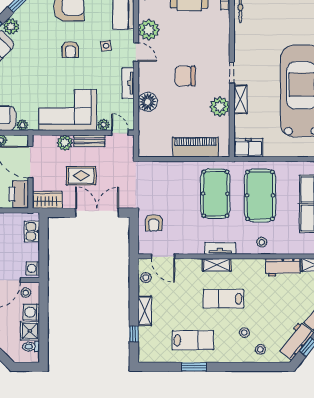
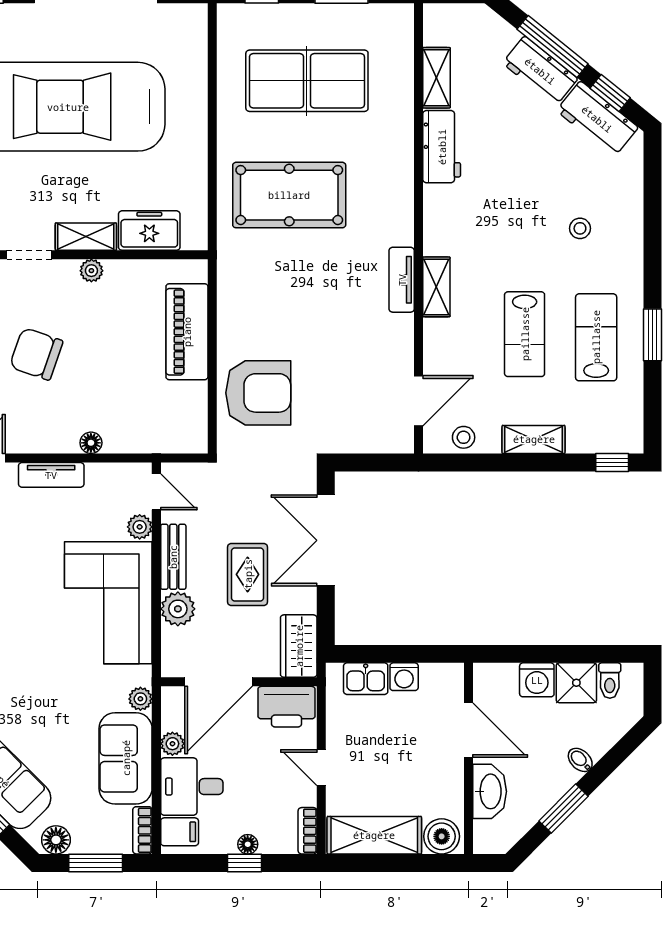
chair: (185, 76) -> (36, 354), turned 109
floor lamp: (148, 102) -> (91, 443), width x0.53, depth x0.53
plant: (220, 107) -> (91, 271), width x0.53, depth x0.53
door: (120, 133) -> (156, 492), swing flipped
freezer: (248, 148) -> (149, 231), moved, turned 90
pool table: (215, 194) -> (286, 290), removed
armchair: (154, 223) -> (258, 393), moved, width x1.88, depth x1.88
stool: (262, 242) -> (388, 191), removed
washing machine: (33, 268) -> (404, 677), moved
stool: (26, 293) -> (496, 692), removed
lab bench: (223, 299) -> (525, 334), moved
window: (134, 334) -> (612, 462), moved
stool: (260, 349) -> (616, 194), removed

